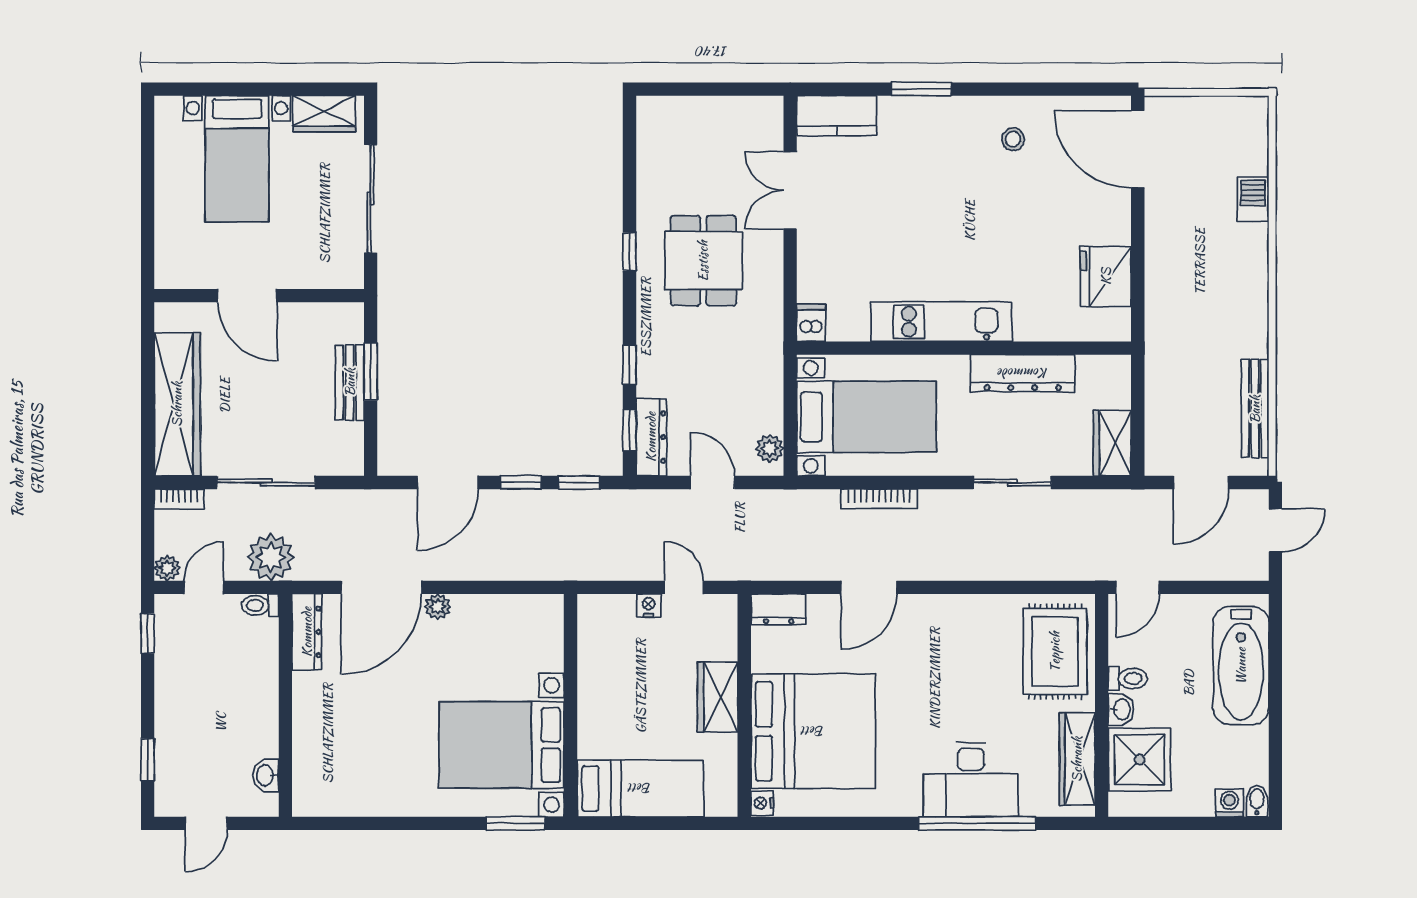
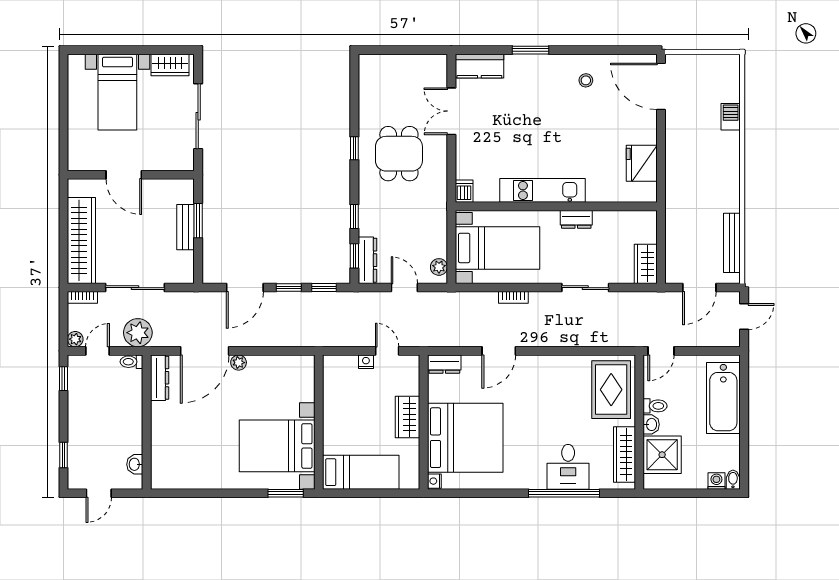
dresser: (1023, 373) -> (576, 219), width x0.51, depth x0.80
bookcase: (879, 499) -> (513, 297), width x0.64
desk: (971, 780) -> (568, 467), width x0.73

